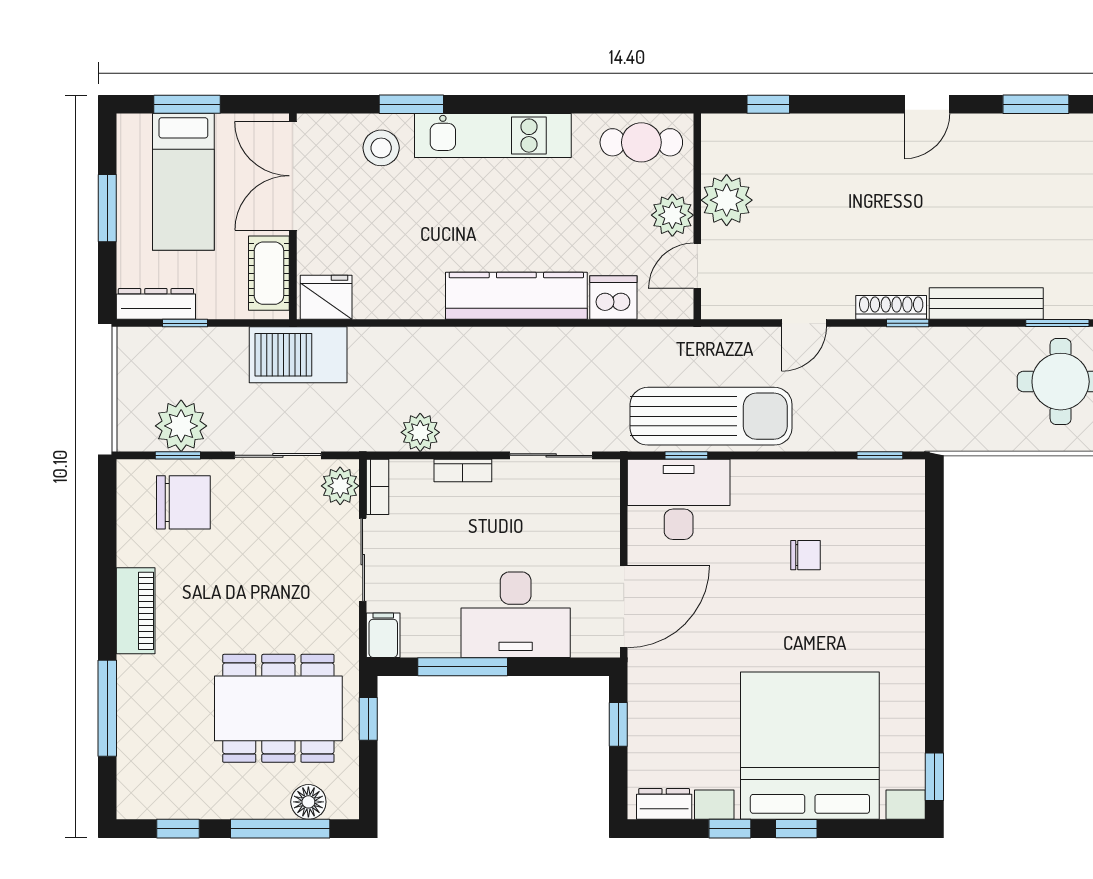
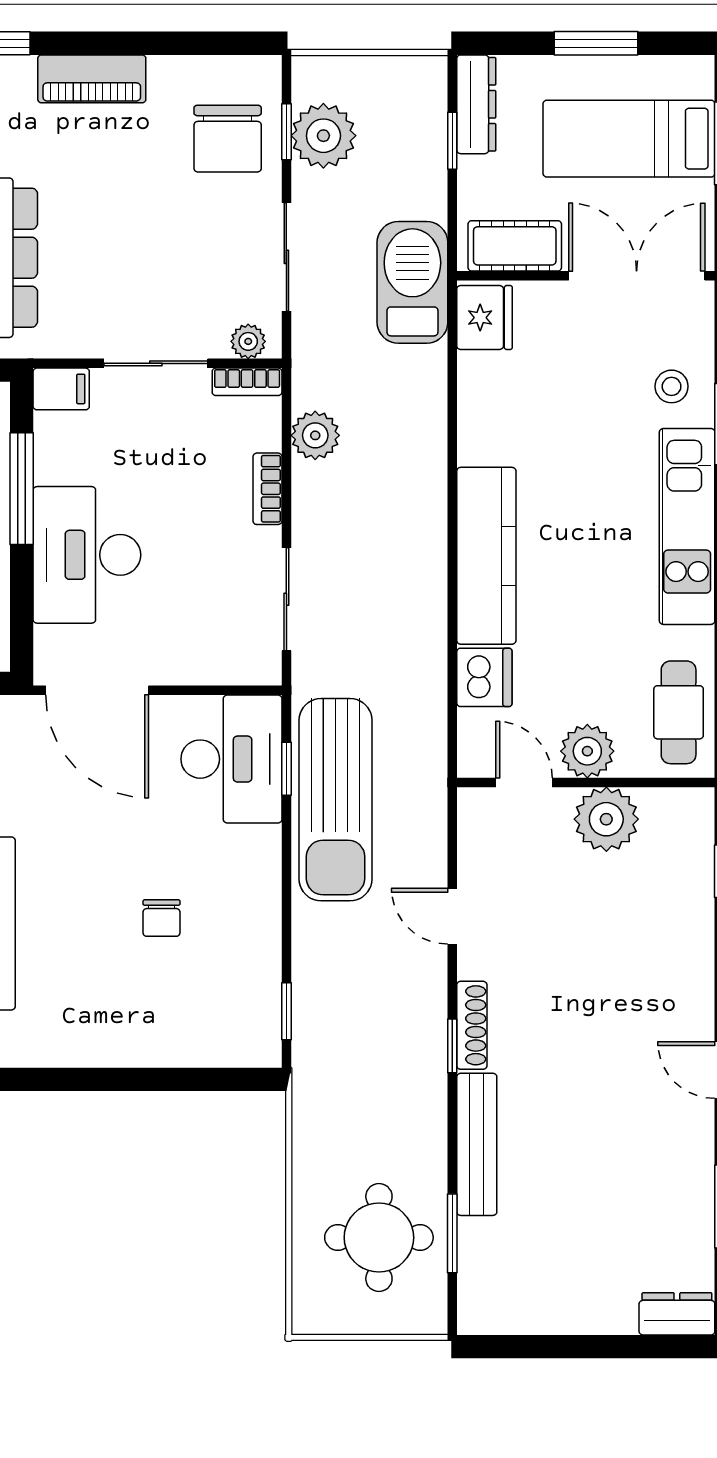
stool: (381, 148) -> (672, 386), width x0.73, depth x0.73
plant: (340, 486) -> (248, 341), width x0.73, depth x0.73

